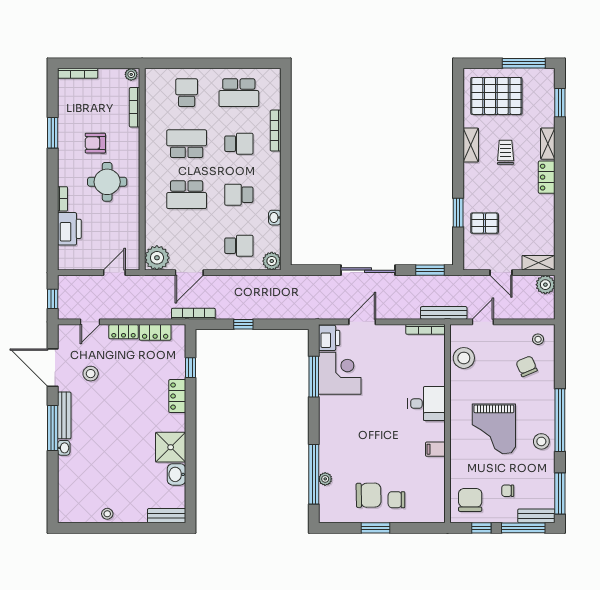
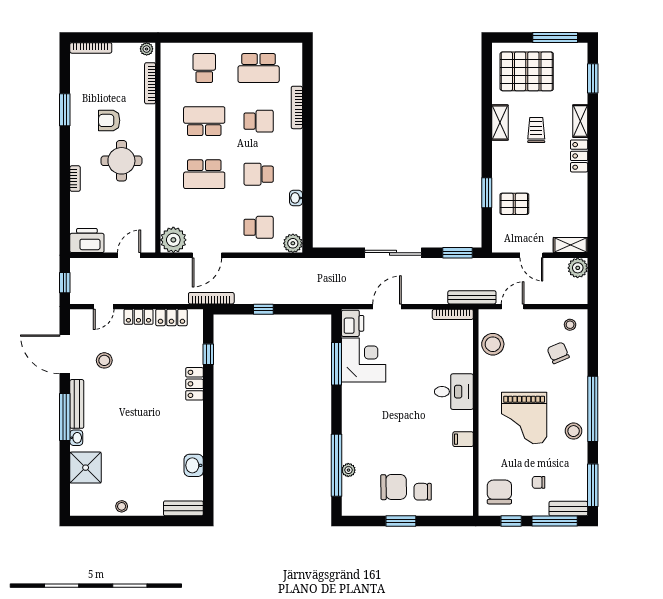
printer: (69, 229) -> (87, 241), moved, turned -90
shower: (171, 447) -> (86, 468), moved

